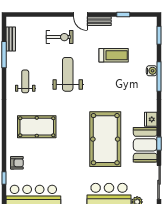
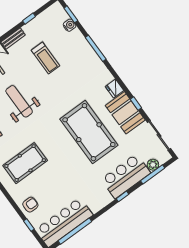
treadmill: (114, 55) -> (45, 58), turned 90
water cooler: (152, 71) -> (70, 25), moved

